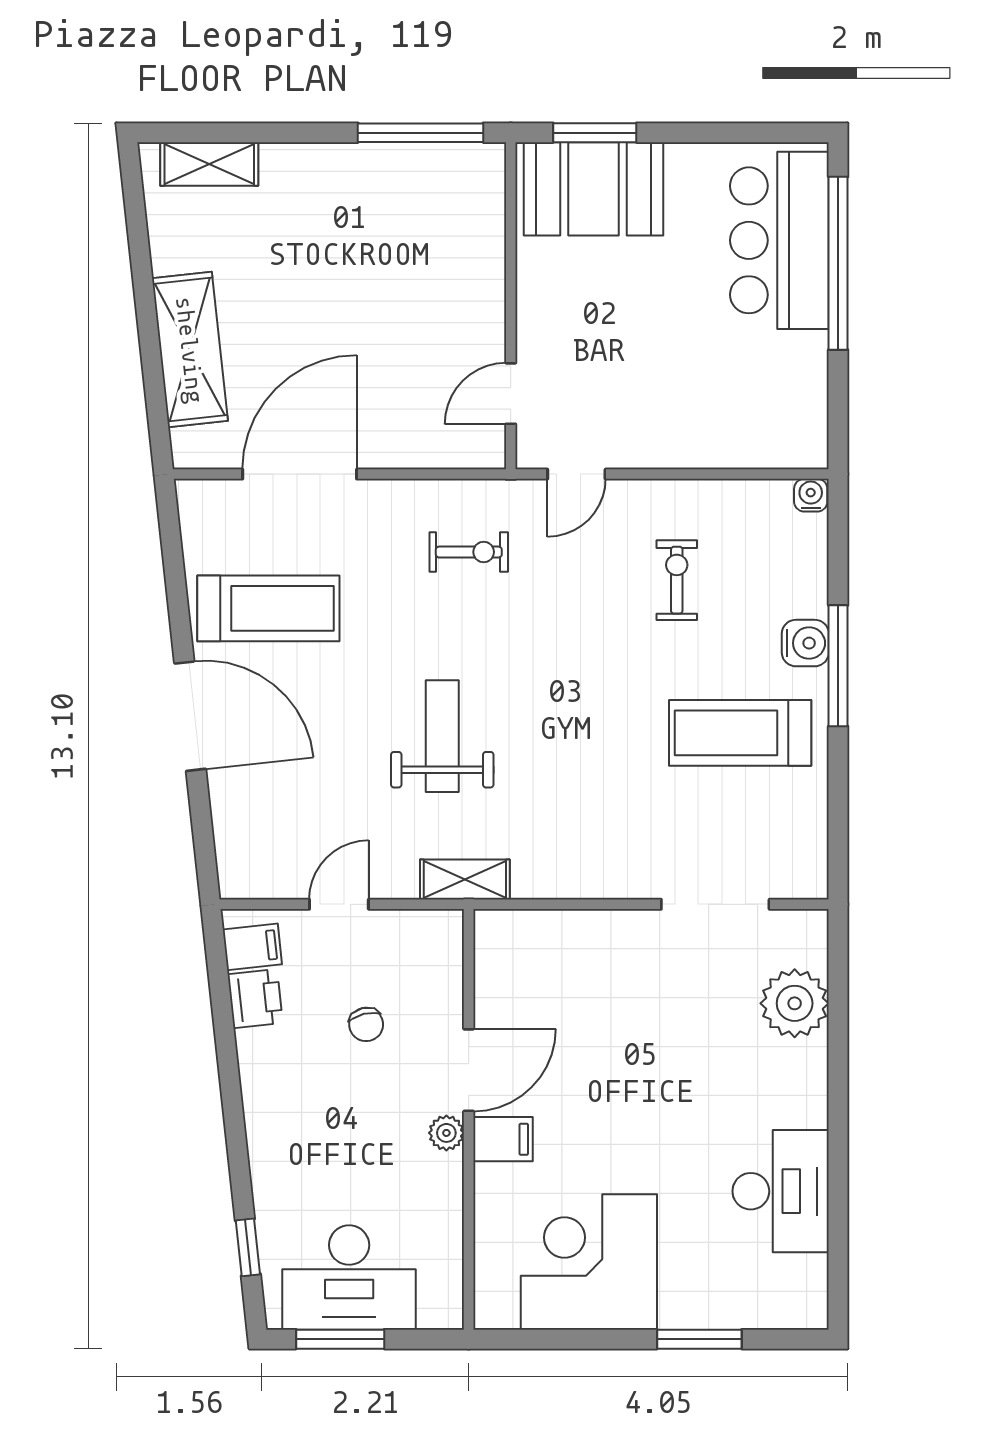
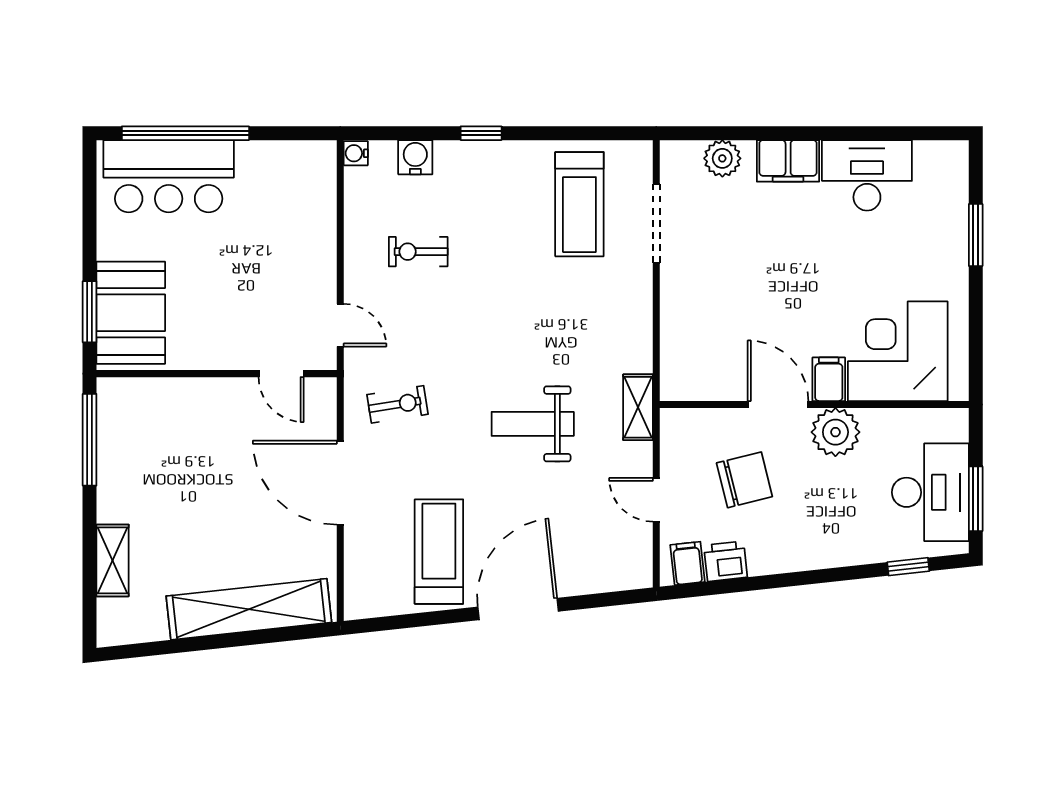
shelving: (209, 164) -> (113, 560), moved
shelving: (190, 350) -> (249, 609), width x1.47
door: (300, 474) -> (340, 483), moved
exercise bike: (469, 552) -> (398, 404), turned 81
water cooler: (805, 643) -> (415, 157), moved
window: (838, 666) -> (481, 133), width x0.46
treadmill: (740, 733) -> (579, 204), moved
plant: (795, 1003) -> (722, 158), width x0.73, depth x0.73
chair: (366, 1024) -> (744, 480), width x1.87, depth x1.87
filing cabinet: (800, 1084) -> (788, 161), added
plant: (446, 1133) -> (835, 432), width x1.87, depth x1.87
corner desk: (589, 1262) -> (898, 351), moved, turned 90

